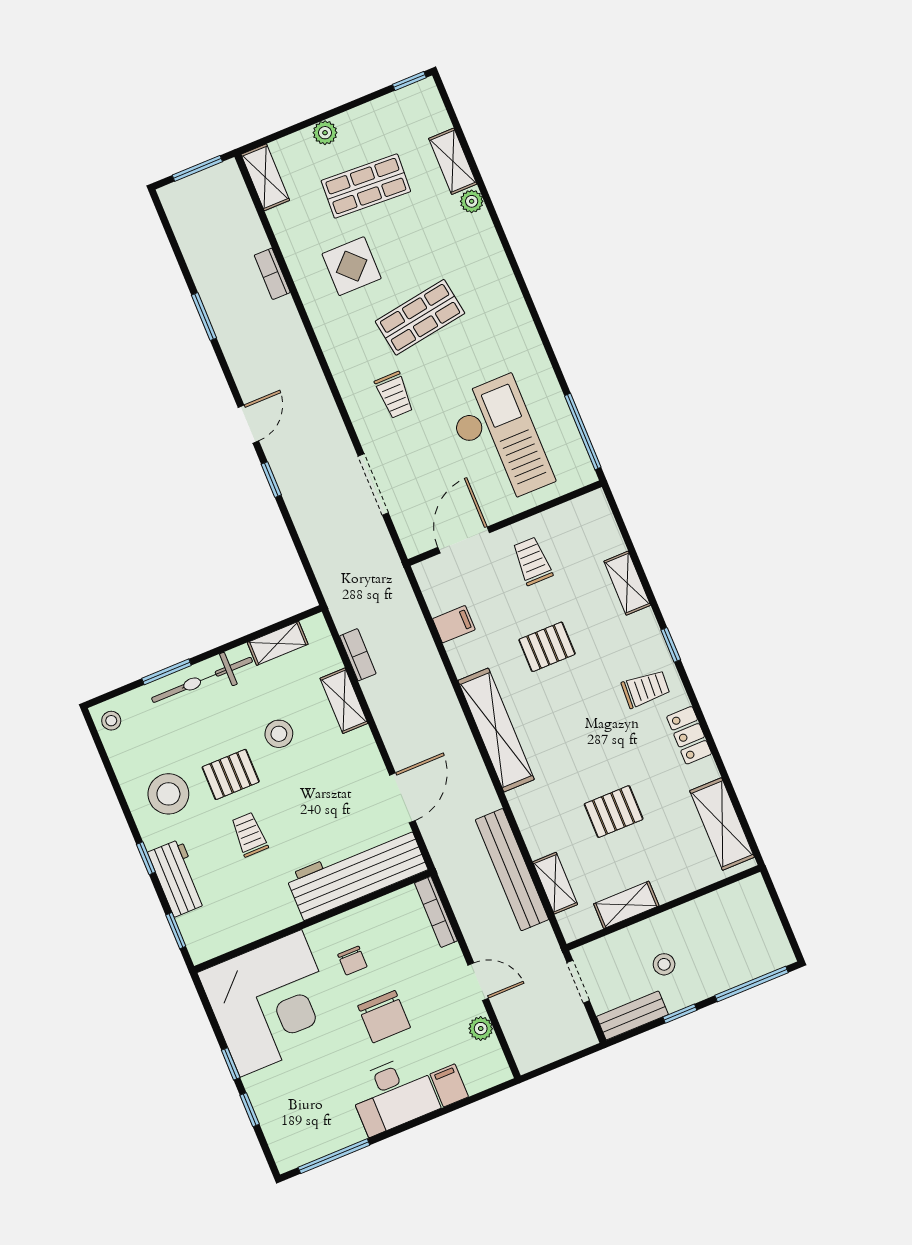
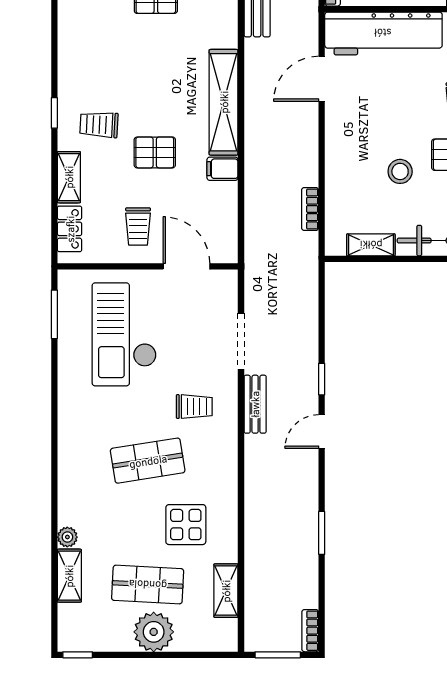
plant: (325, 133) -> (154, 632), width x1.87, depth x1.87
shelving: (265, 177) -> (226, 591), moved
bookcase: (272, 274) -> (310, 631), moved, turned 180
trolley: (394, 395) -> (194, 407), turned 90
bench: (331, 424) -> (255, 404), added
window: (583, 432) -> (54, 314), width x0.69
door: (464, 540) -> (186, 266), swing flipped
filing cabinet: (454, 624) -> (222, 169), moved
trolley: (645, 689) -> (99, 125), moved
shelving: (344, 701) -> (337, 176), removed
locker: (689, 735) -> (70, 229), moved

